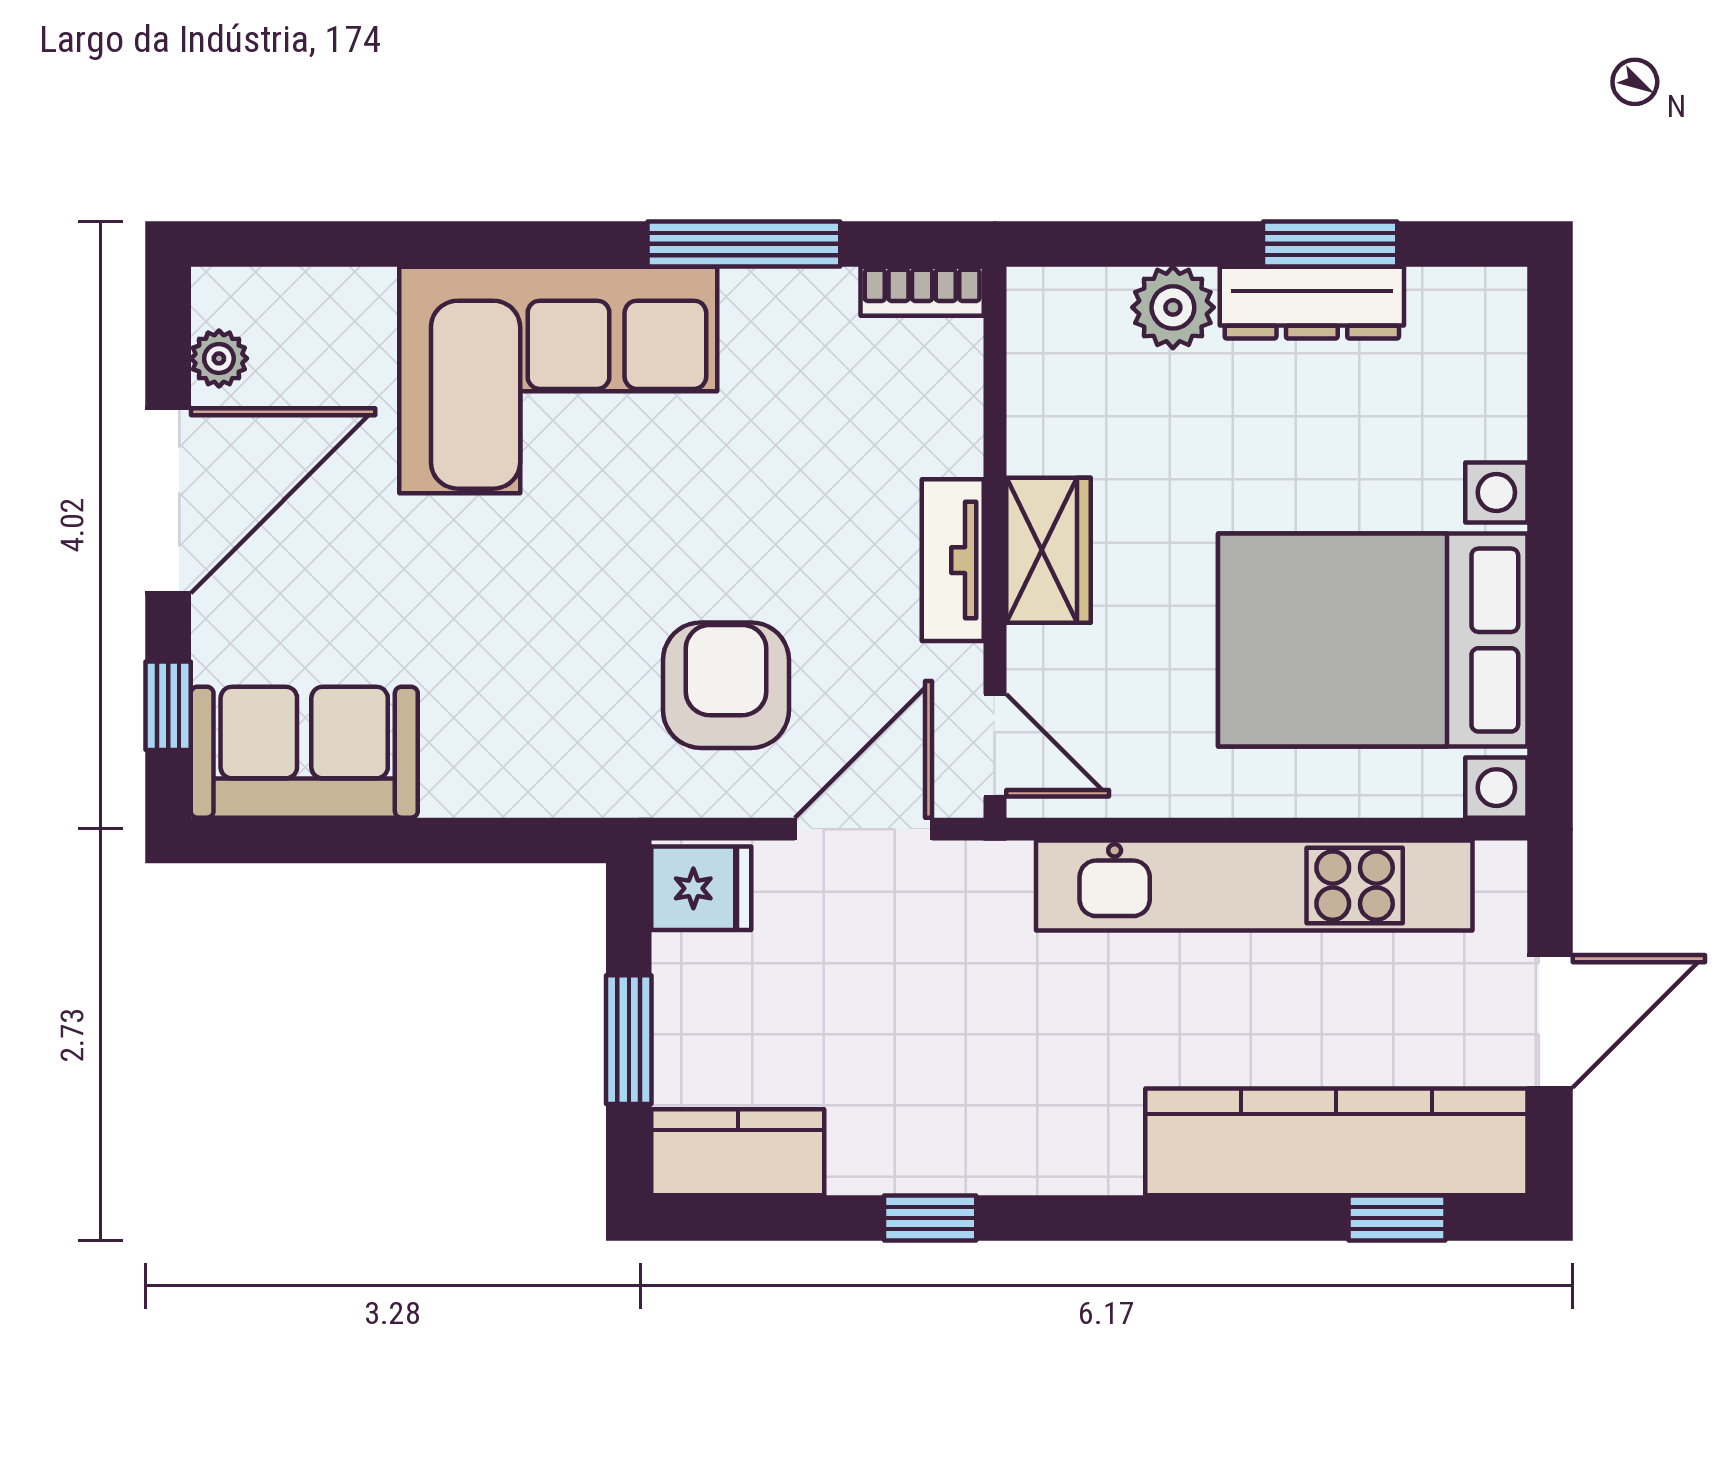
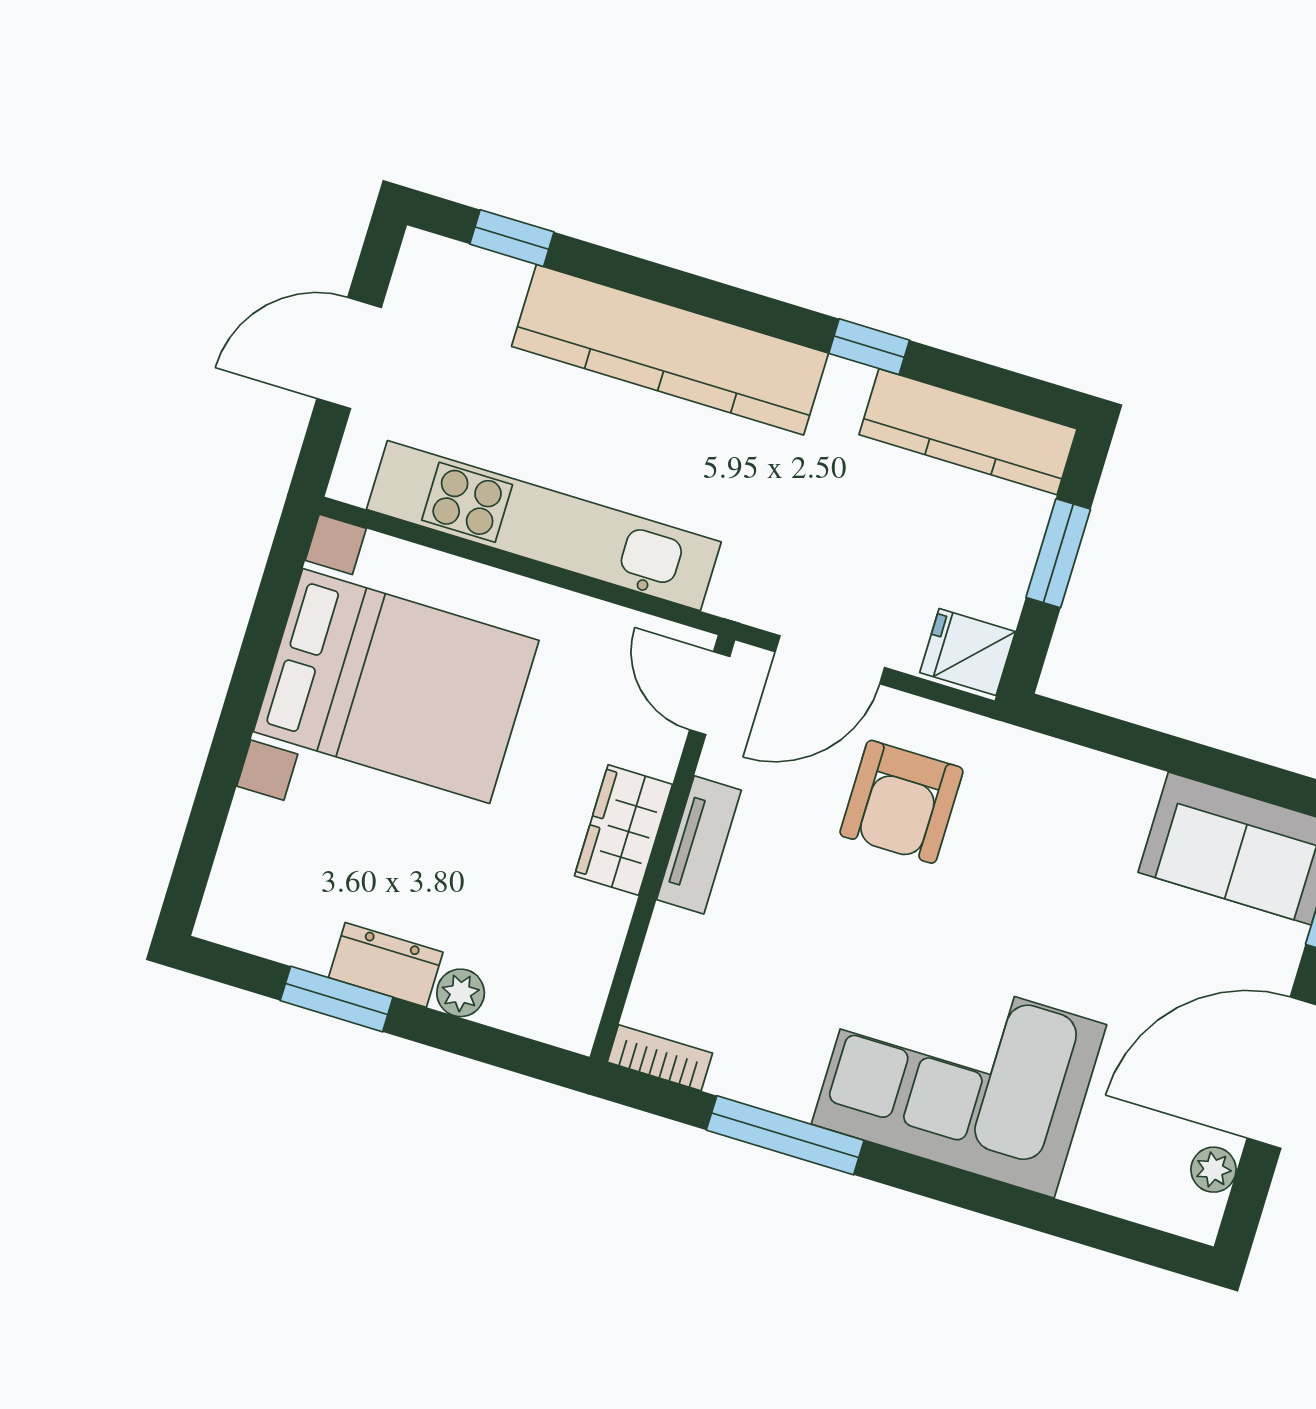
dresser: (1312, 303) -> (386, 965), width x0.70
plant: (1173, 307) -> (461, 993), width x0.73, depth x0.73
kitchen counter: (1336, 1142) -> (670, 350), moved
kitchen counter: (738, 1152) -> (968, 432), width x1.50

